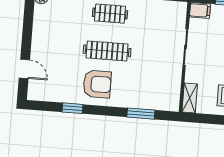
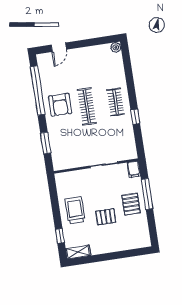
shelving: (190, 98) -> (66, 177), removed
window: (73, 108) -> (38, 91), width x3.17

